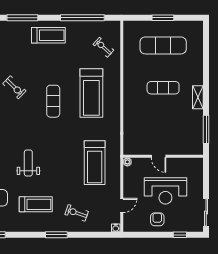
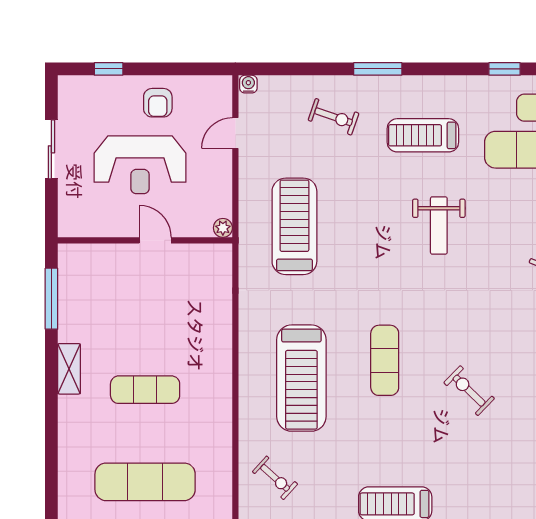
treadmill: (91, 93) -> (301, 378), turned 180
reception desk: (165, 191) -> (140, 165), turned 180
sliding door: (206, 212) -> (51, 149), moved

